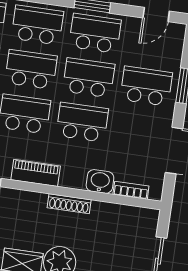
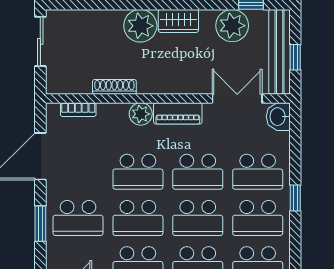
plant: (71, 177) -> (141, 114), added
washbasin: (100, 181) -> (111, 114), removed
shoe rack: (69, 204) -> (114, 87), moved

